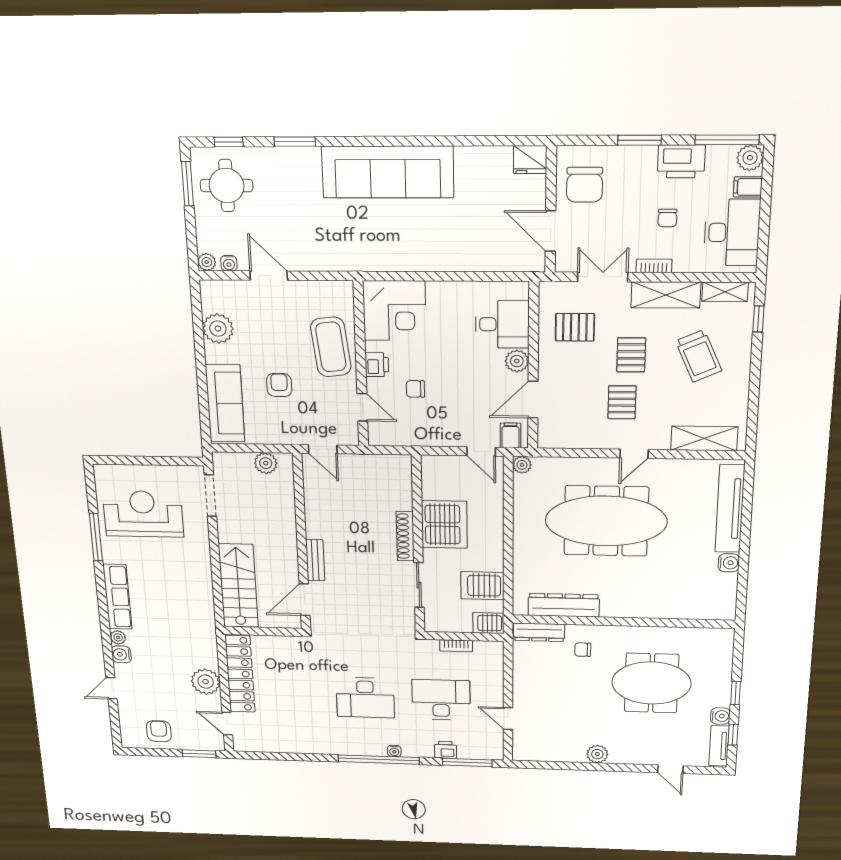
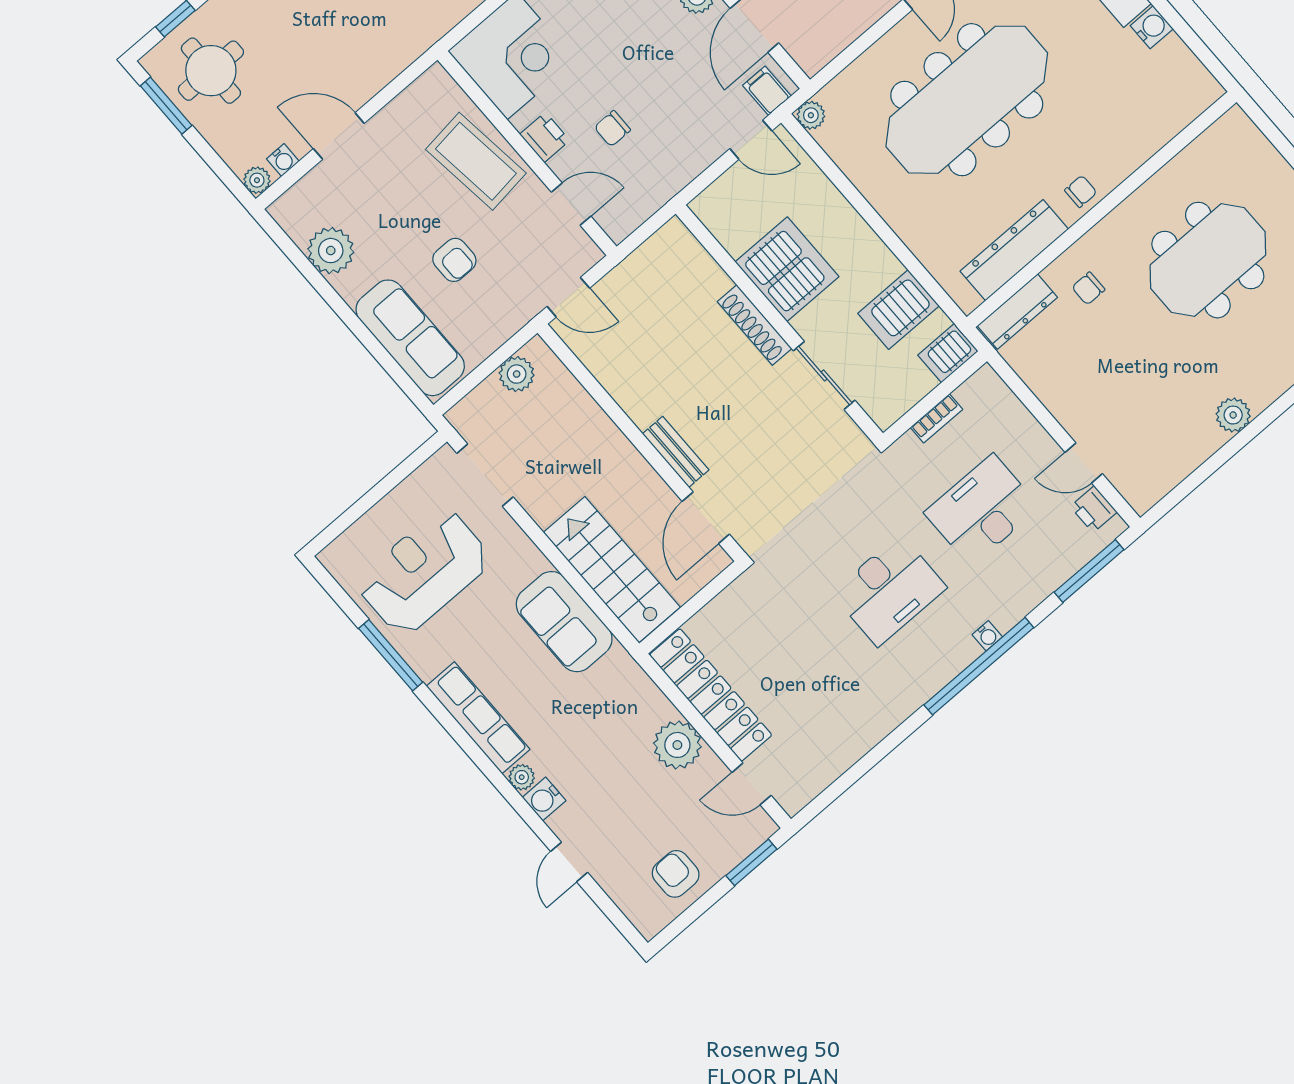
armchair: (279, 385) -> (454, 260), turned 180
sofa: (195, 589) -> (564, 622), added
chair: (621, 606) -> (1081, 191), added
printer: (446, 750) -> (1094, 509), moved, turned -90

